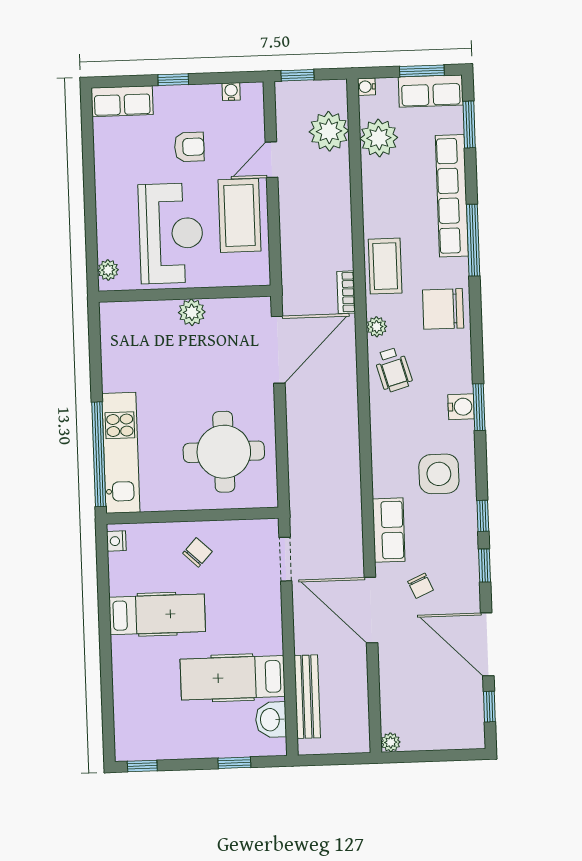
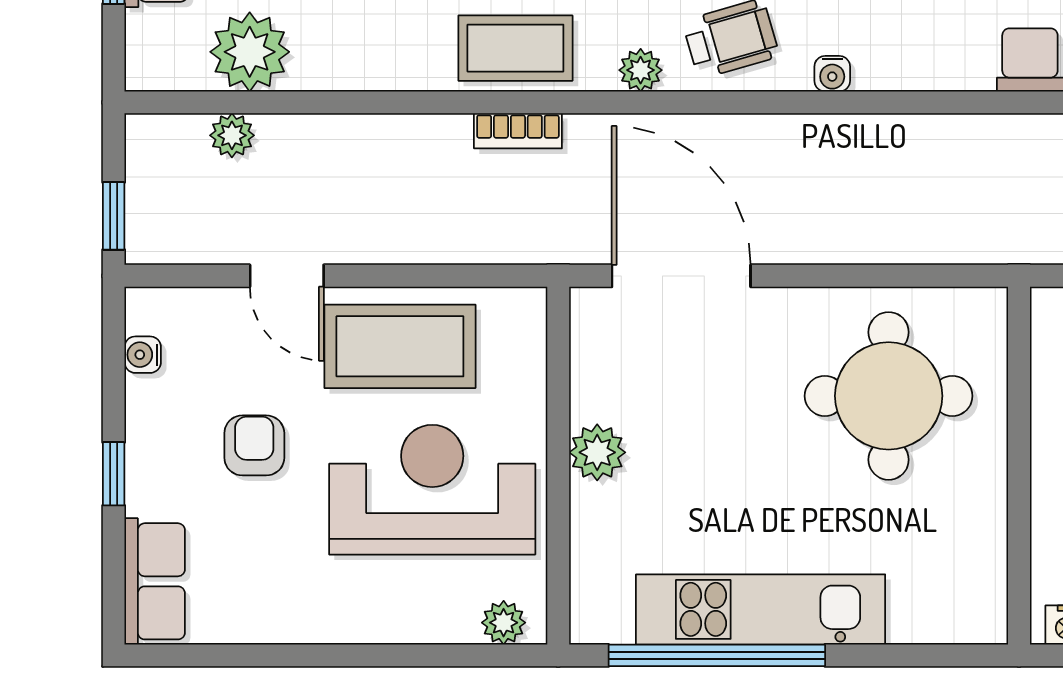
water cooler: (367, 87) -> (832, 74), moved
plant: (329, 131) -> (232, 135), width x0.53, depth x0.53
bookcase: (346, 292) -> (518, 131), moved
kitchen unit: (121, 453) -> (761, 609), moved
window: (99, 454) -> (717, 655), moved

